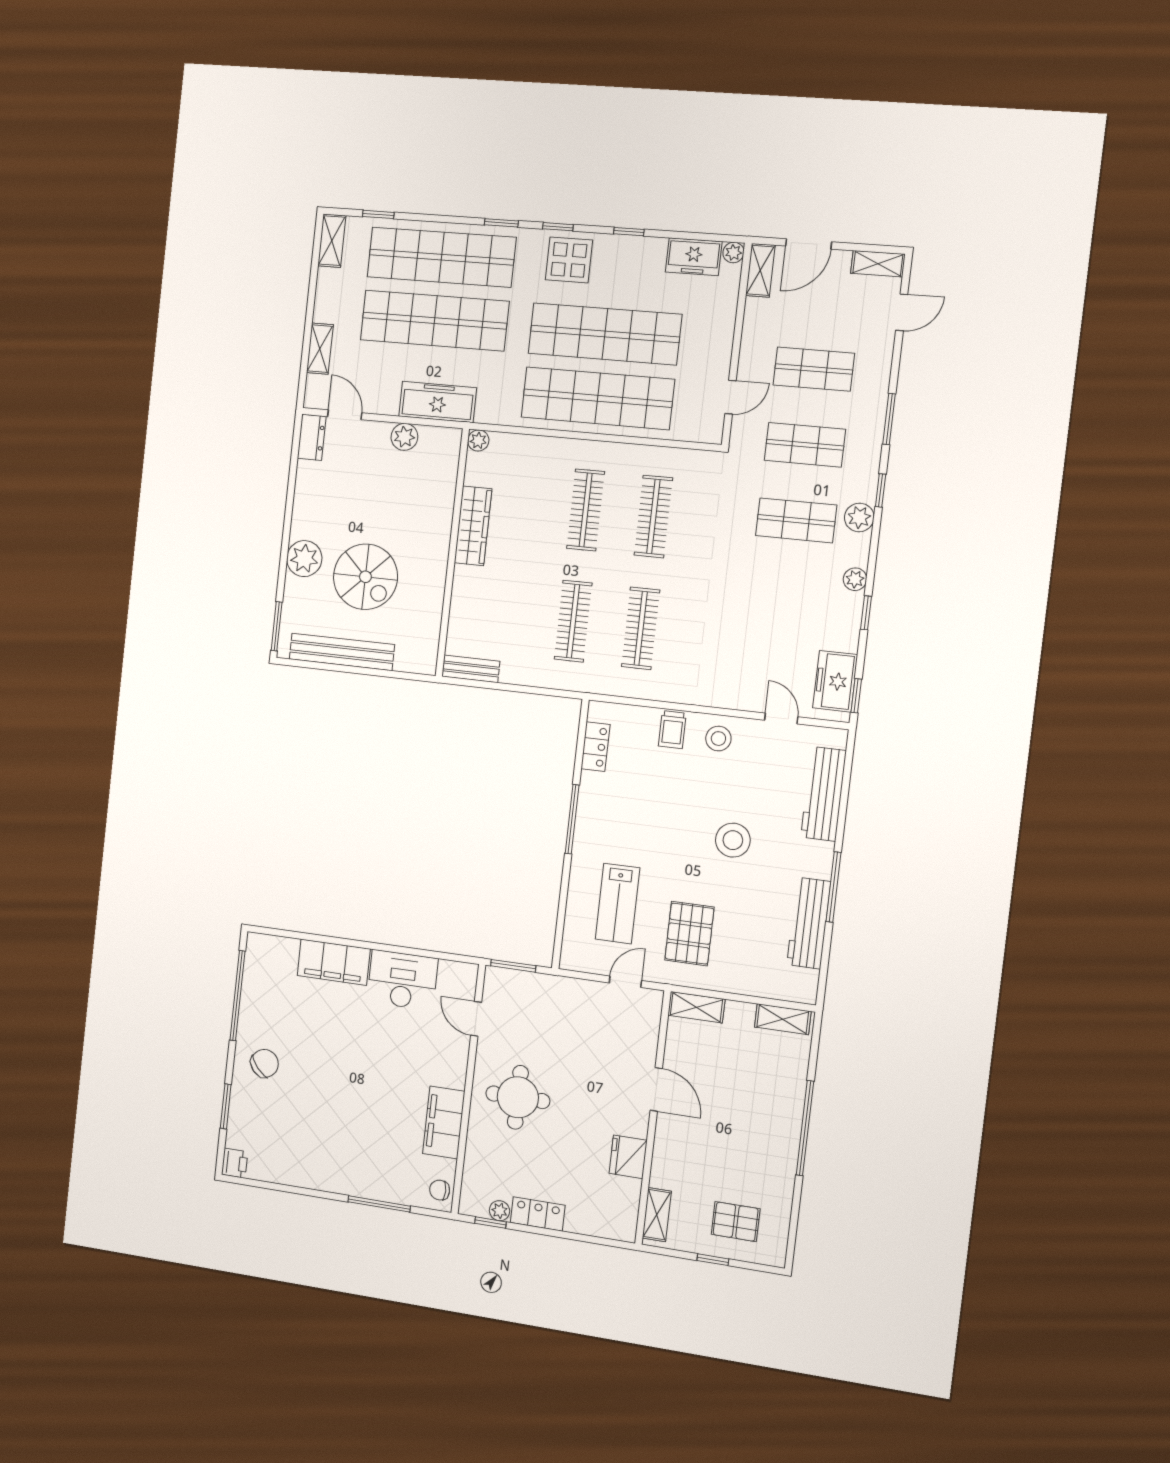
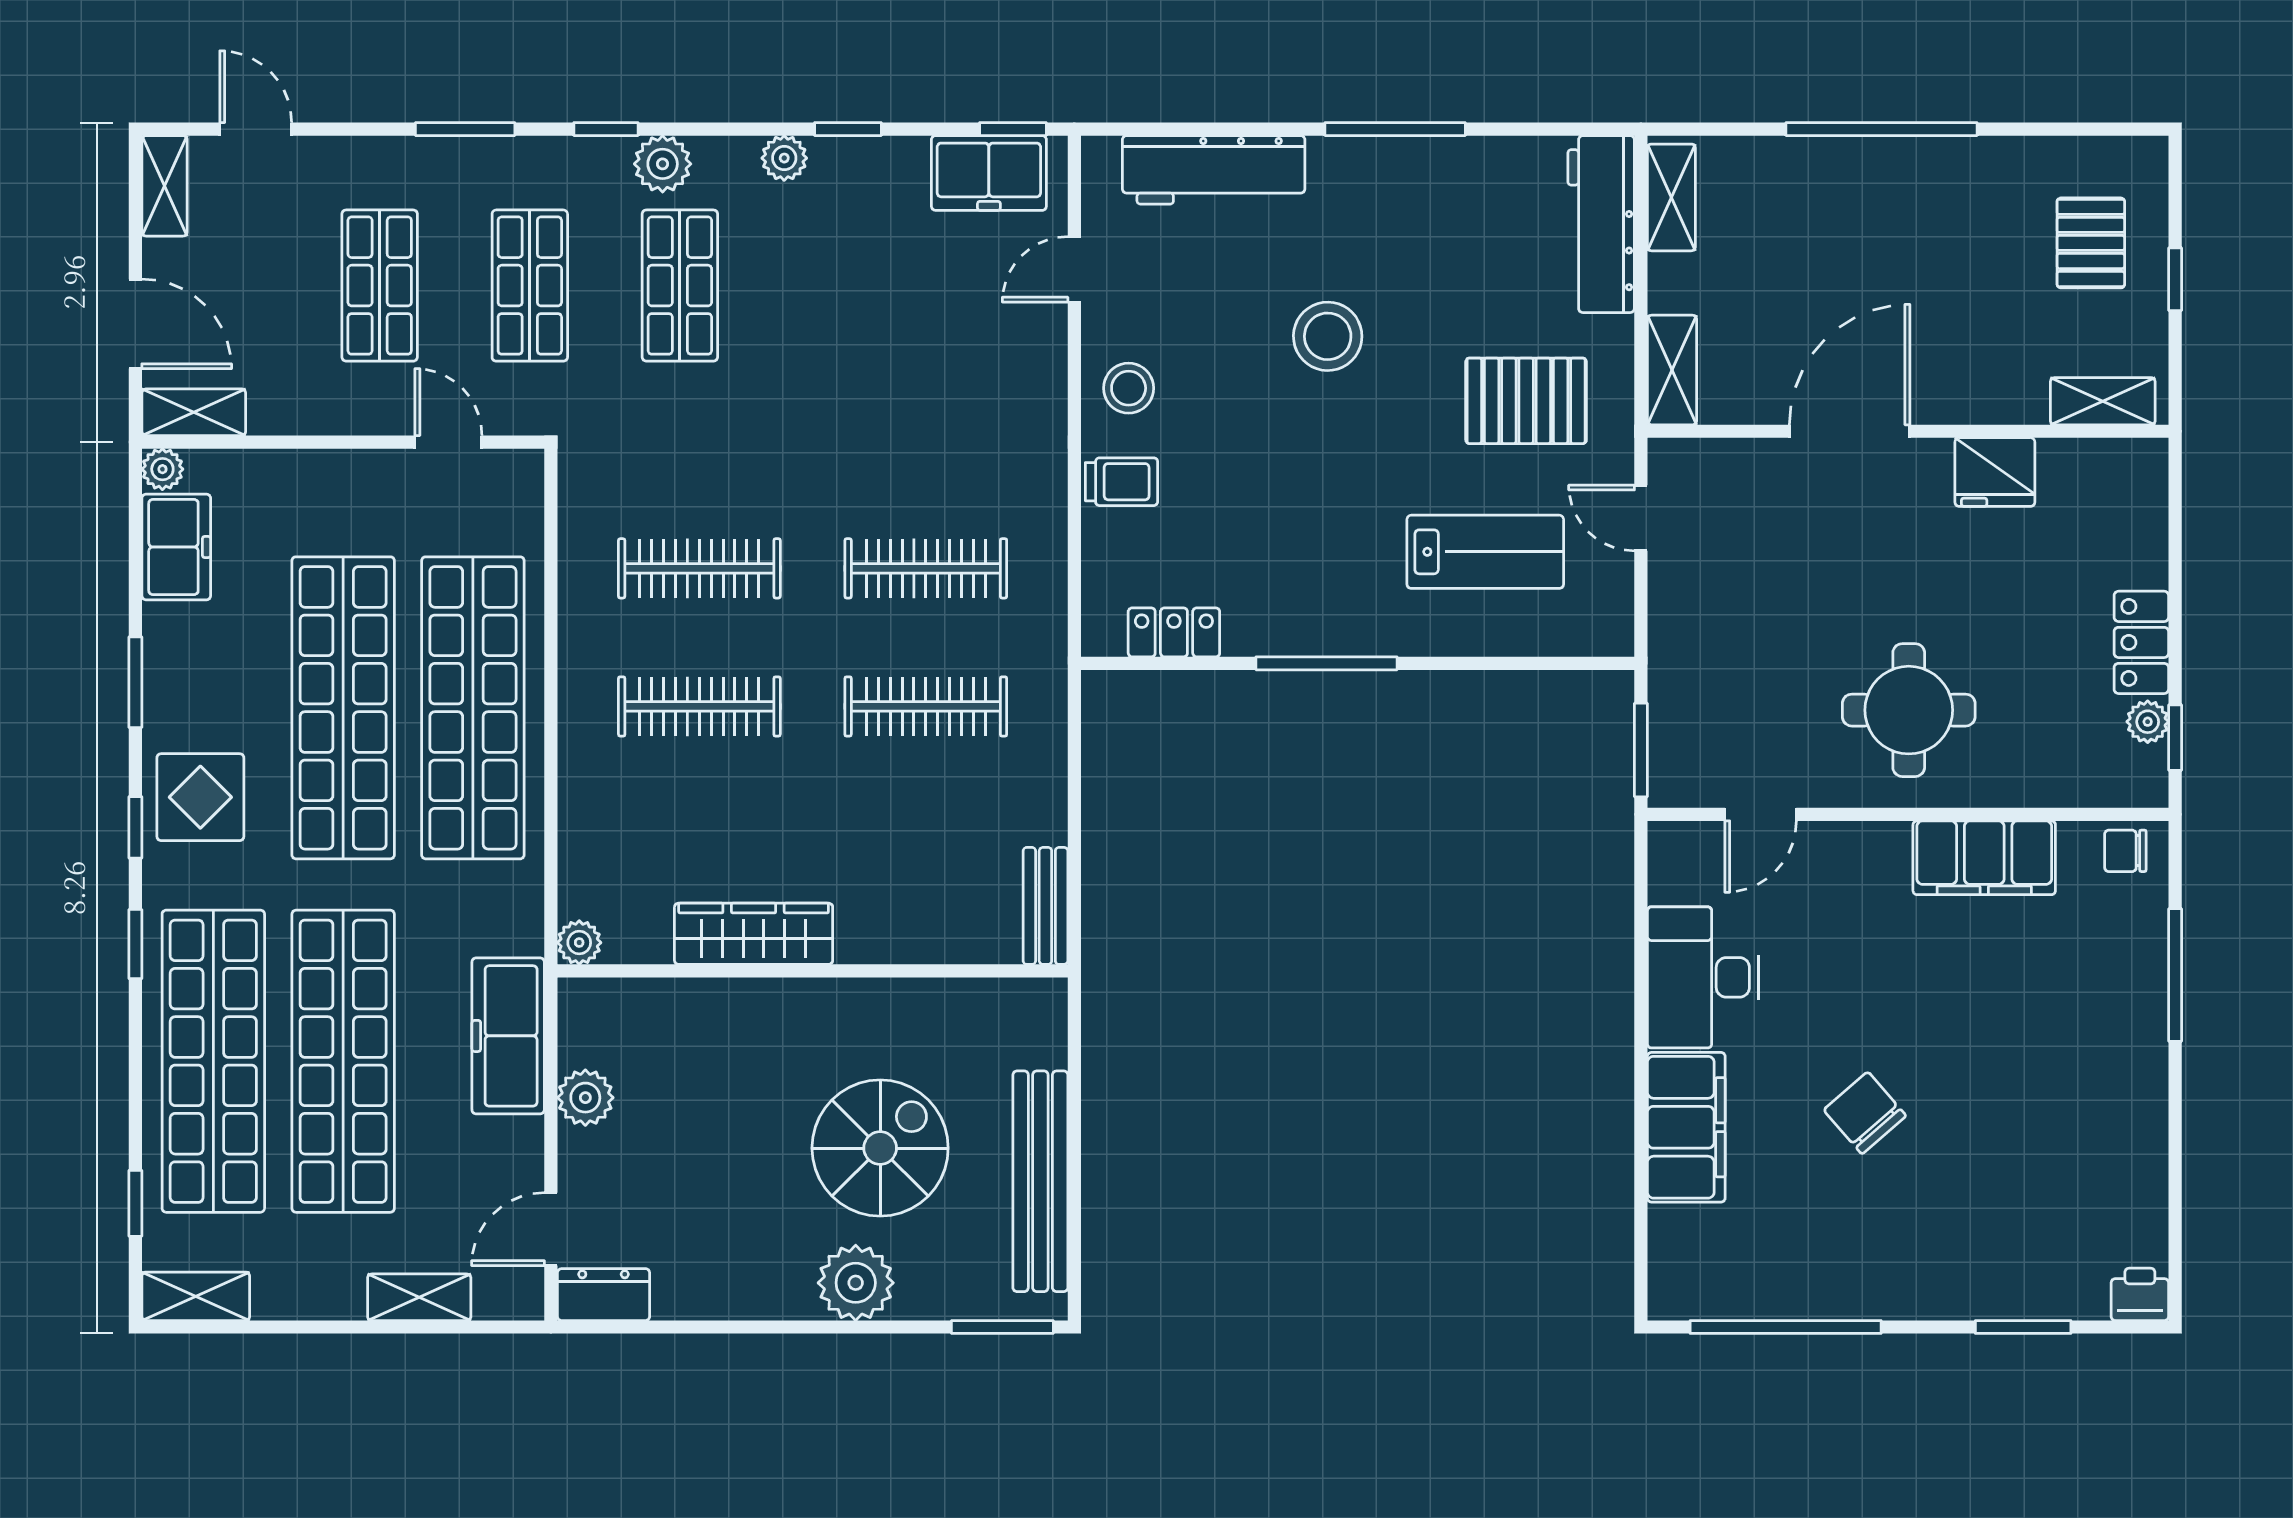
window: (629, 232) -> (135, 682), width x1.50
workbench: (809, 923) -> (1601, 224), moved, turned 90
chair: (265, 1063) -> (1865, 1113), moved
door: (656, 1089) -> (1850, 431), width x1.36
chair: (440, 1190) -> (2125, 851), turned 90

